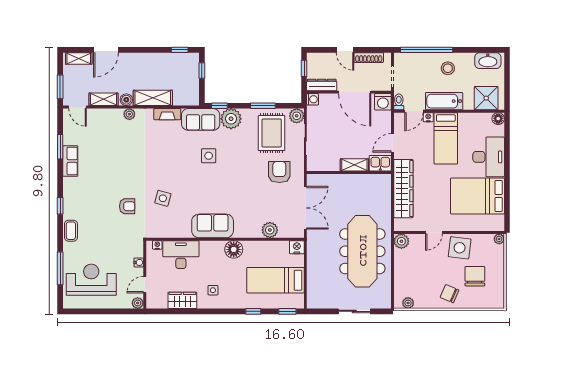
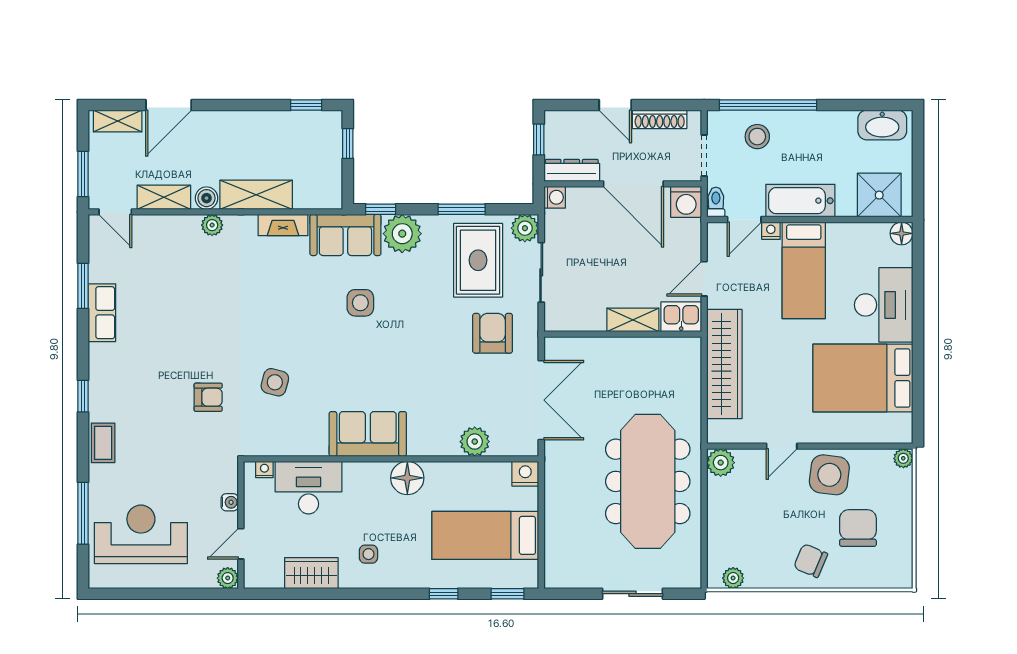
stool: (448, 68) -> (757, 137), moved

